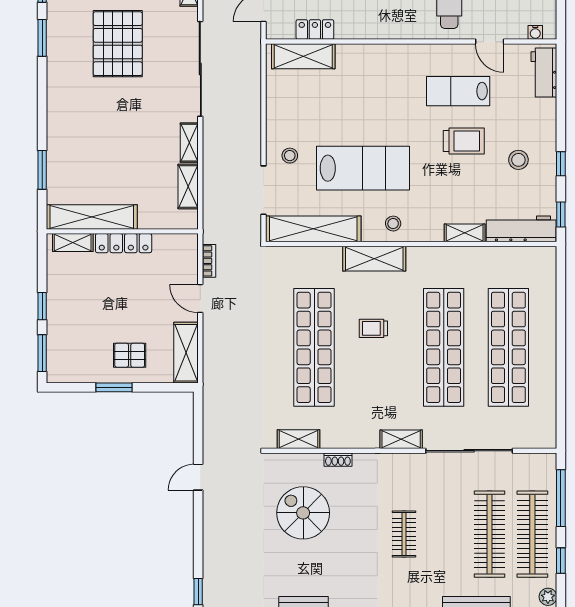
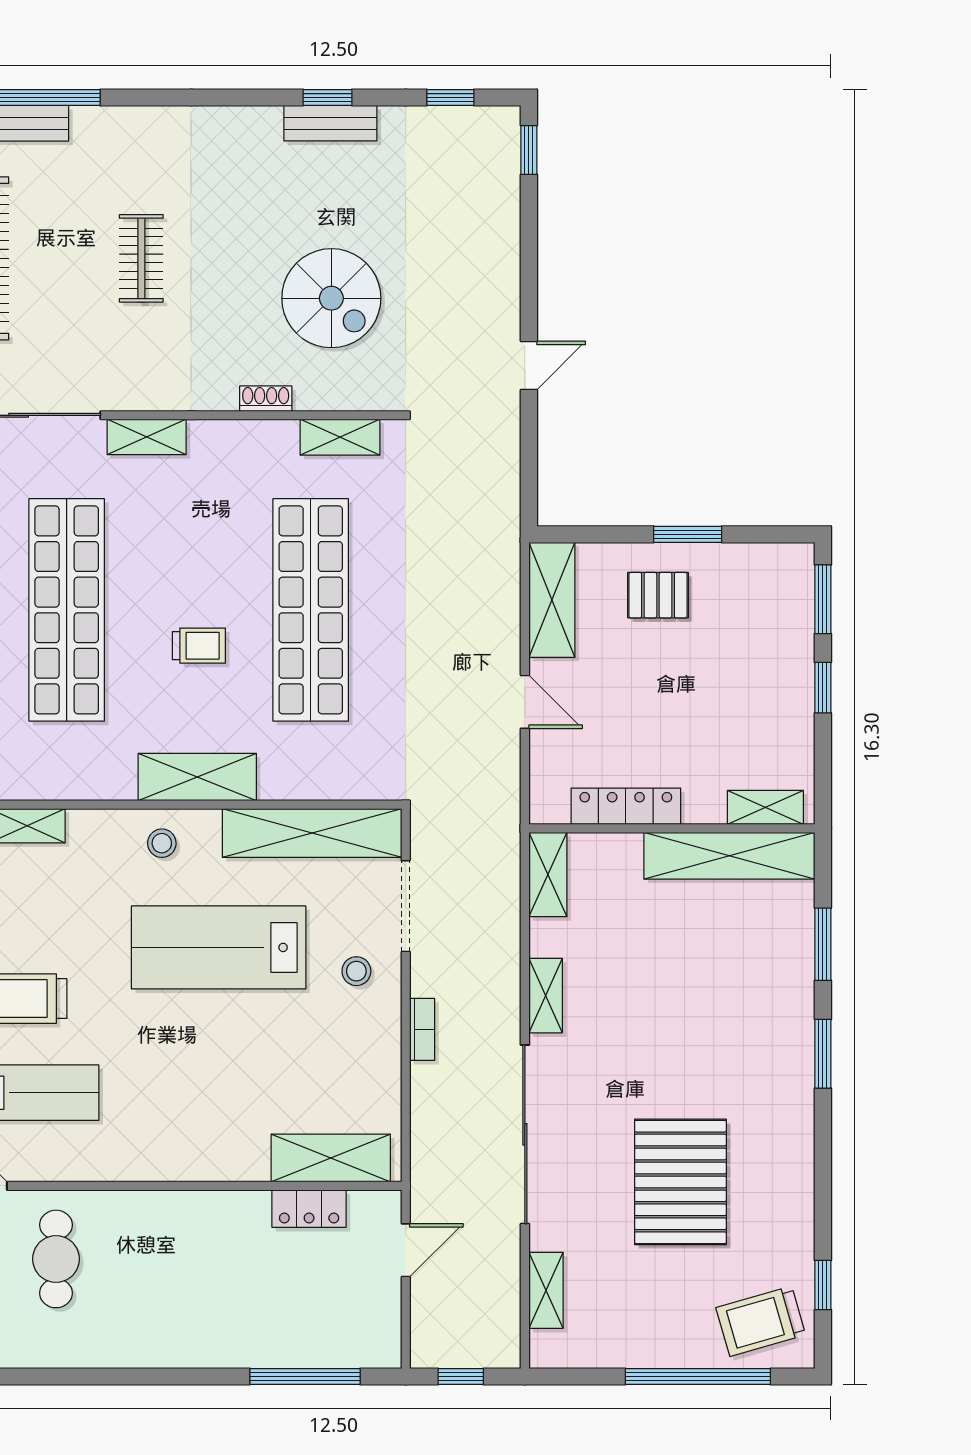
window: (42, 38) -> (823, 1054), moved
shelving: (188, 186) -> (548, 875), moved
locker: (124, 243) -> (626, 806), moved
bookcase: (209, 261) -> (422, 1029), moved, turned 180

